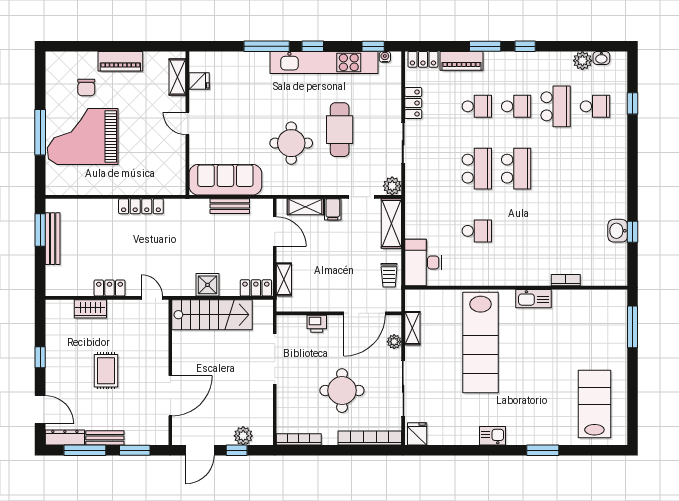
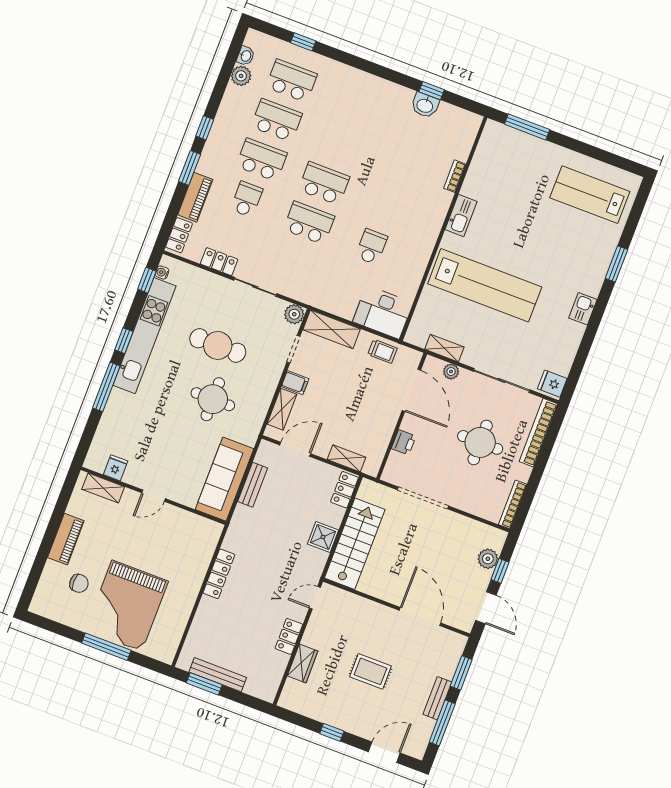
school desk: (516, 106) -> (262, 160), width x1.85
school desk: (595, 106) -> (292, 81), width x1.85
dresser: (65, 437) -> (422, 738), removed

